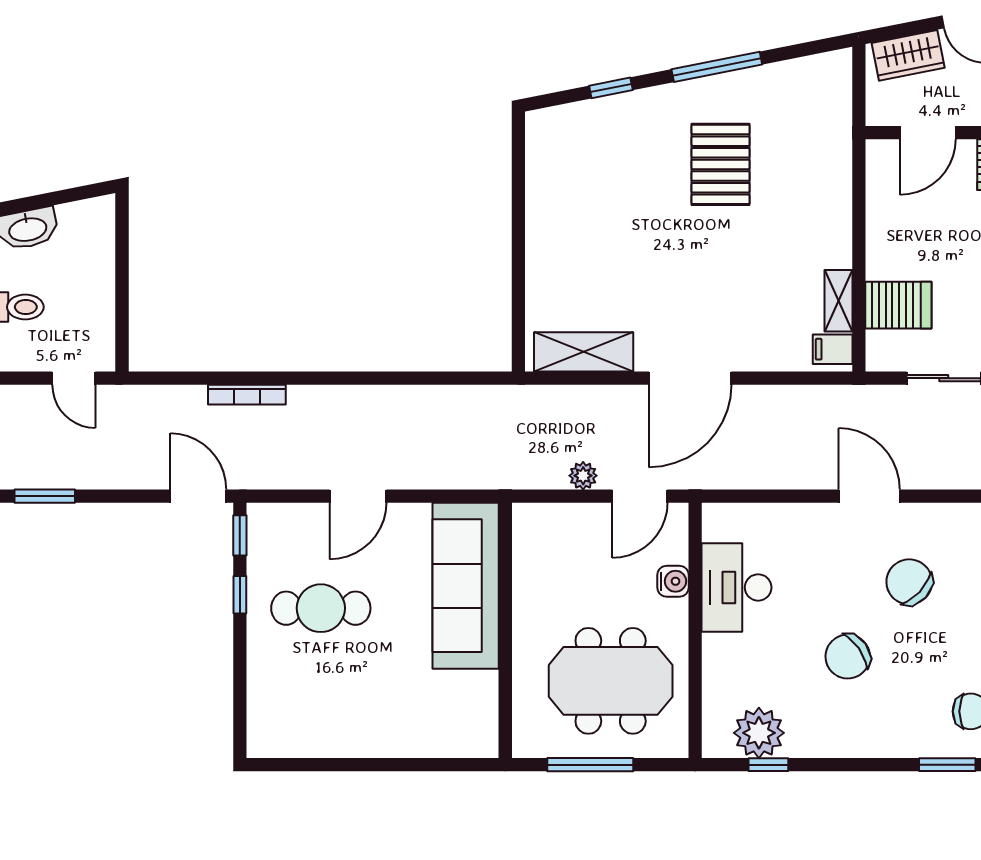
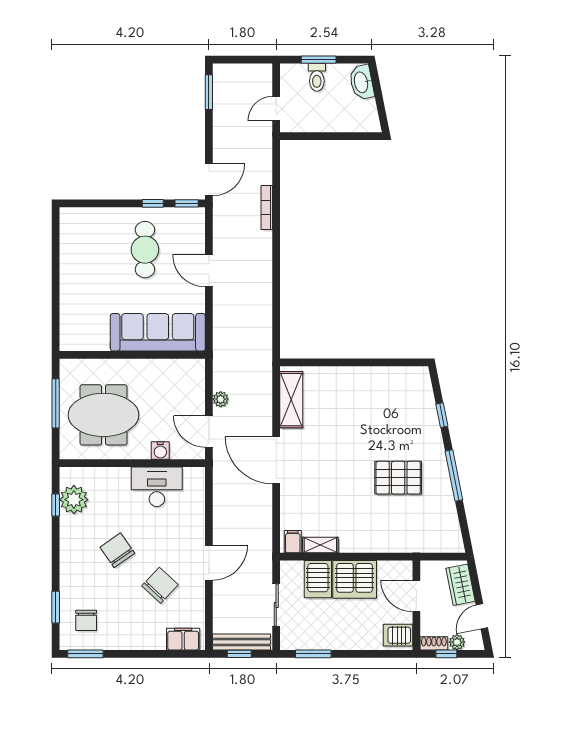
server rack: (899, 241) -> (355, 579), added
meeting table: (611, 681) -> (103, 415), turned 90

